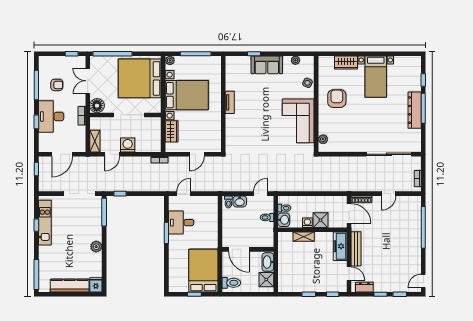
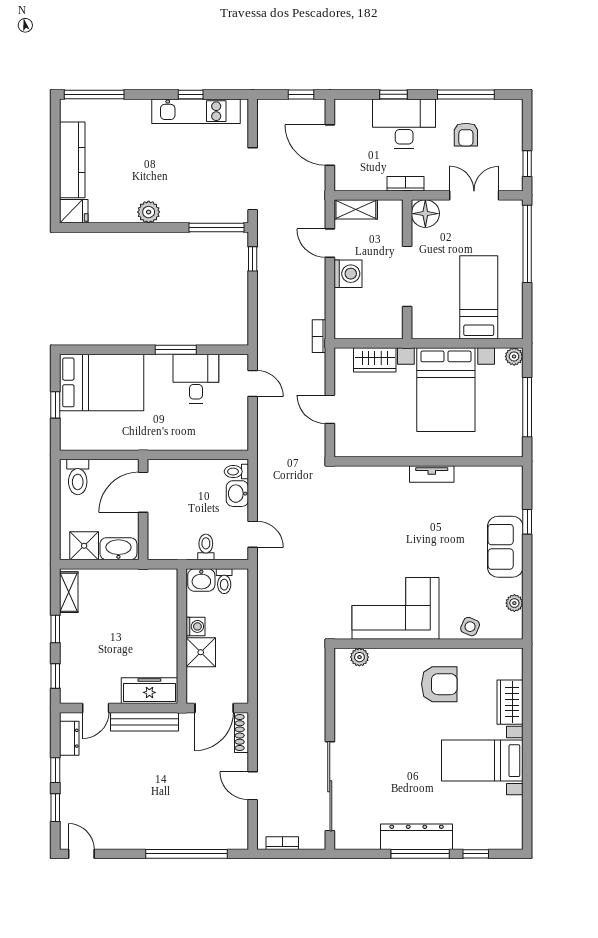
bed: (140, 78) -> (479, 297), width x0.49
shelving: (304, 237) -> (69, 592), moved
bed: (203, 271) -> (102, 382), moved

